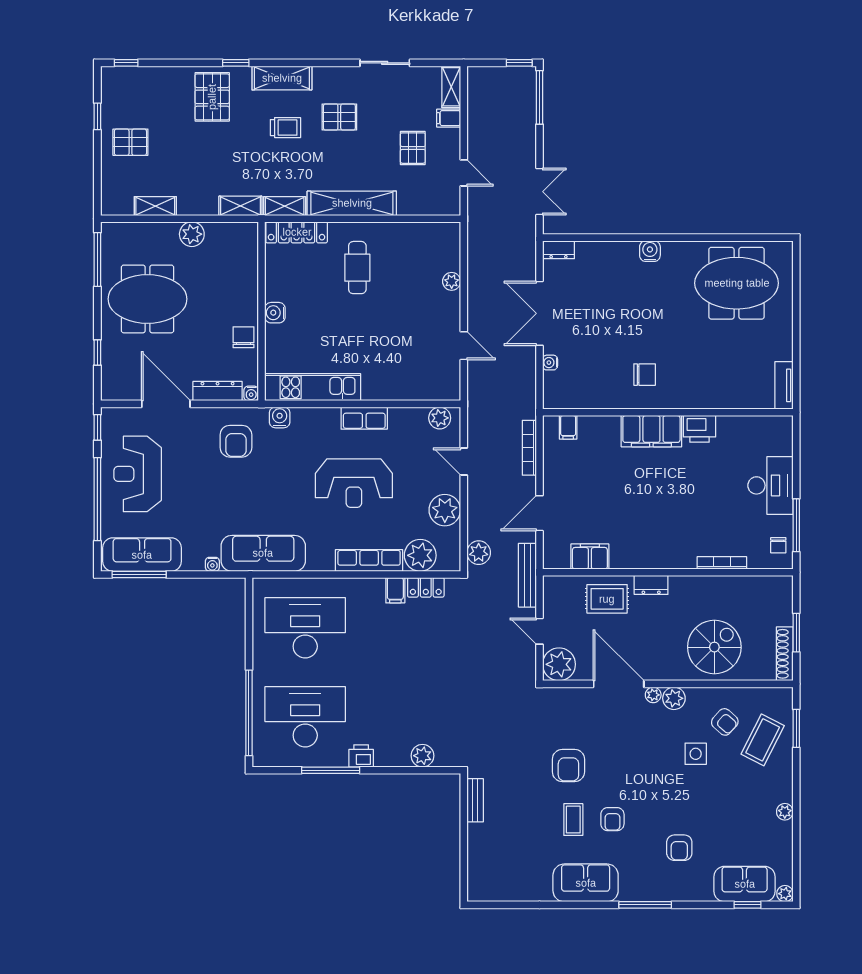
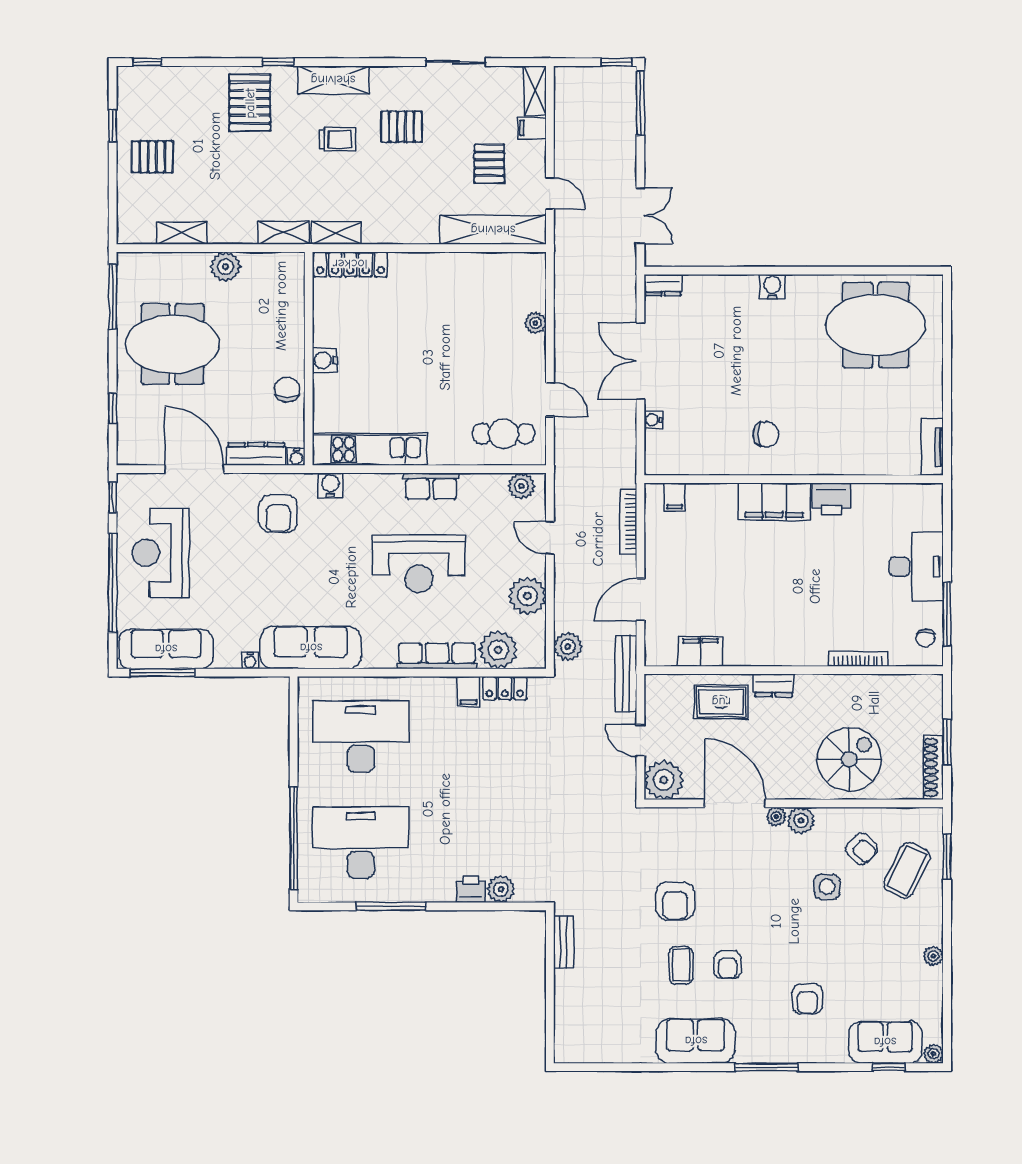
shelving: (352, 203) -> (493, 230), moved
cafe table: (357, 268) -> (504, 434), moved, turned 90
printer: (361, 756) -> (471, 889), moved

